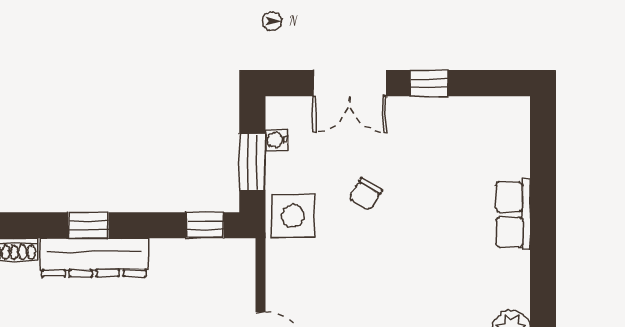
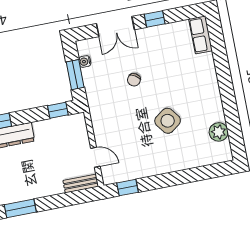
row of seats: (513, 214) -> (201, 35), moved
side table: (293, 216) -> (168, 121), moved, turned -37

